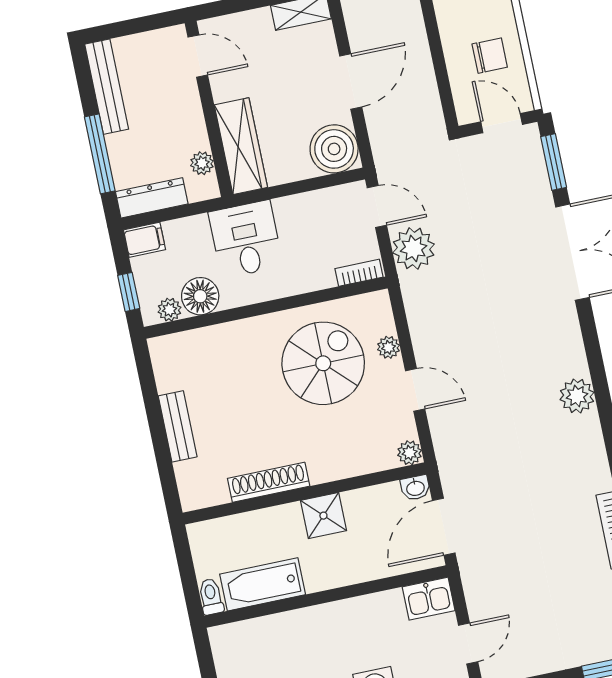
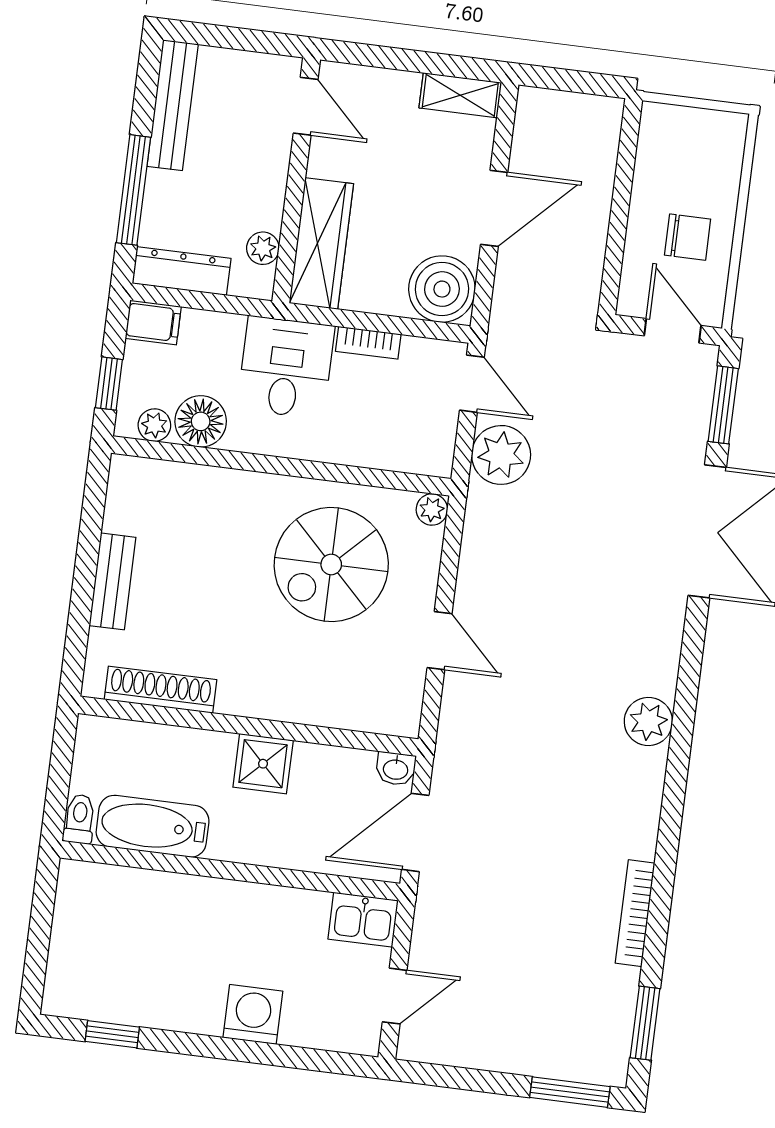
bookcase: (359, 273) -> (368, 343), moved, turned 180
plant: (389, 347) -> (432, 510), moved
spiral stairs: (323, 363) -> (331, 564), turned 180
plant: (410, 453) -> (404, 720), removed
shoe rack: (269, 482) -> (160, 690), moved

